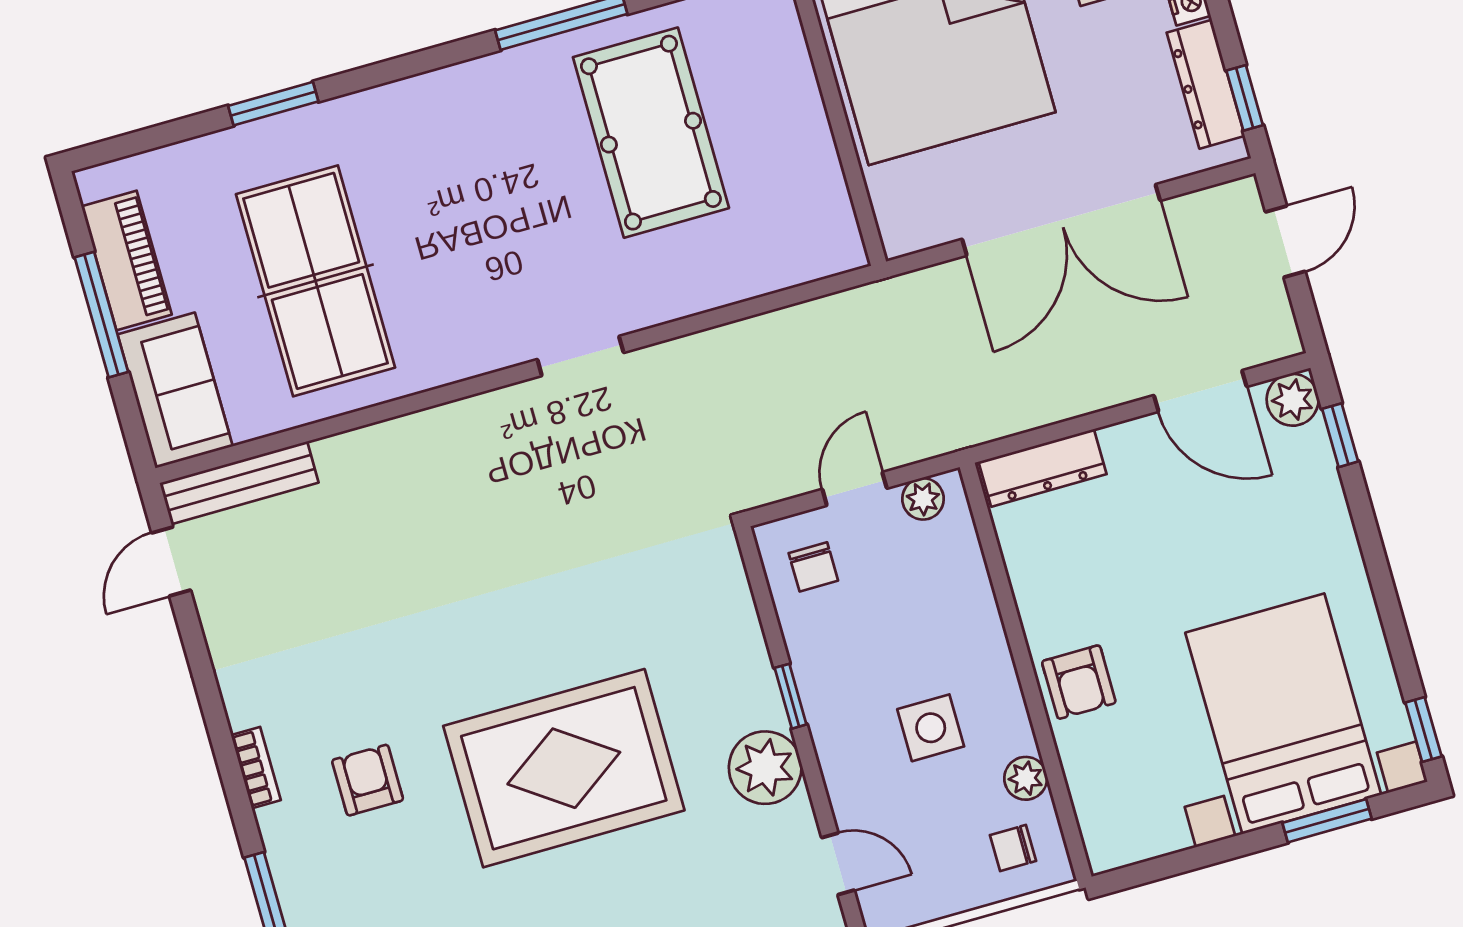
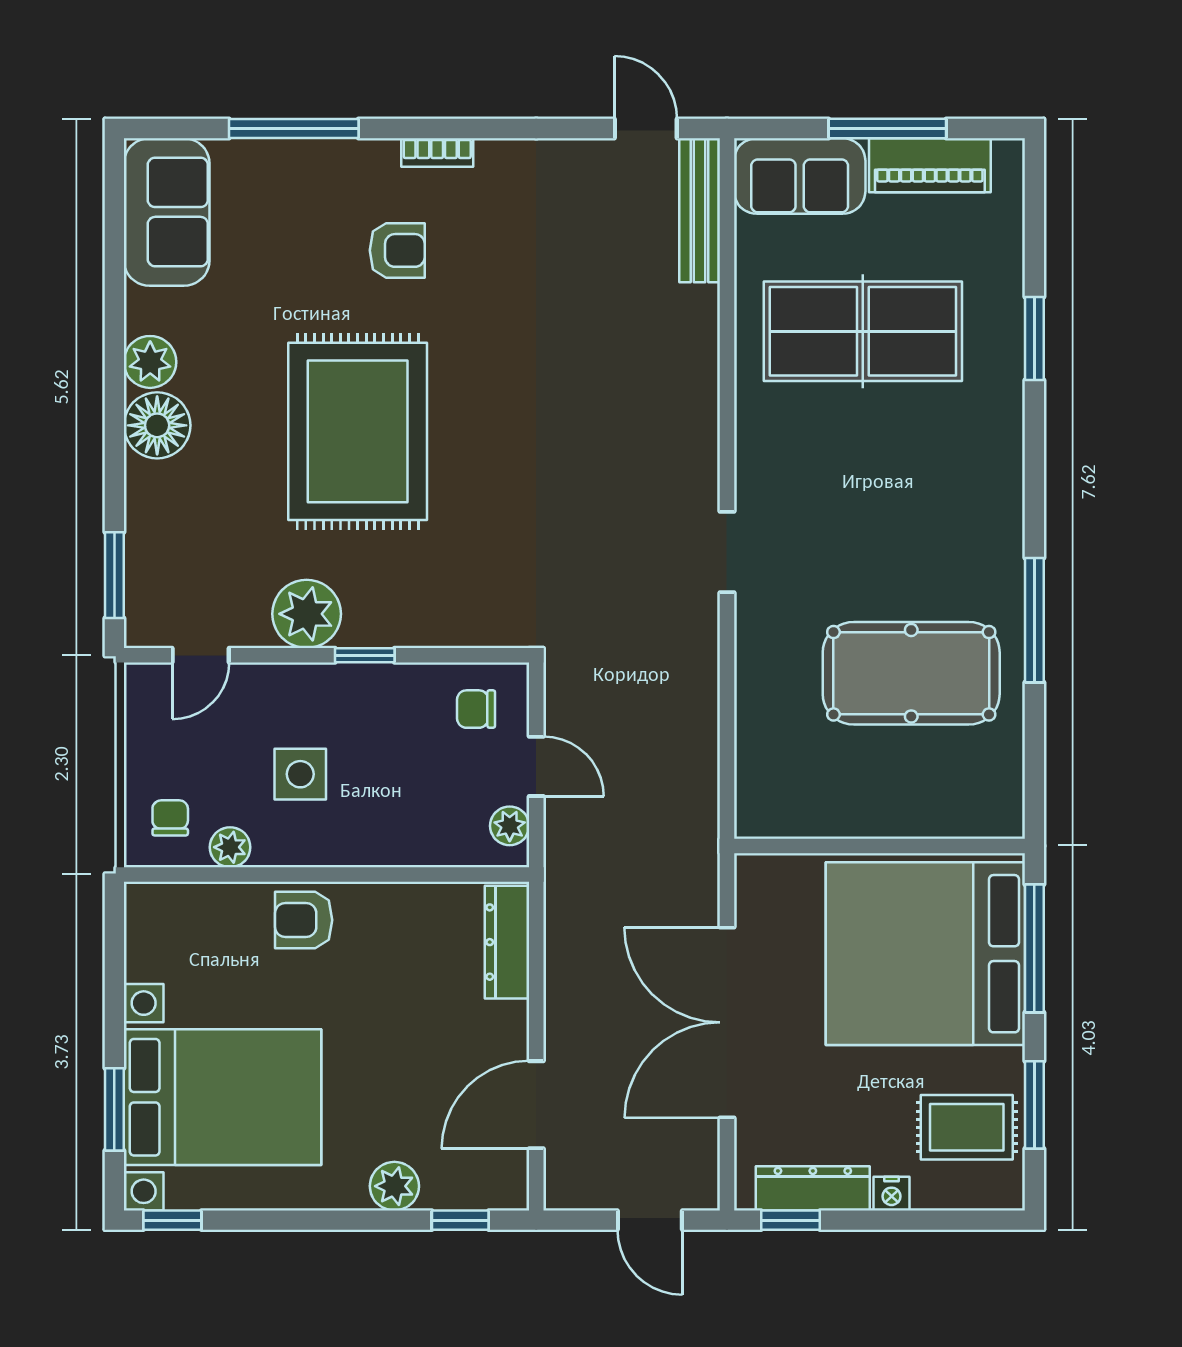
plant: (1293, 400) -> (394, 1186), moved

